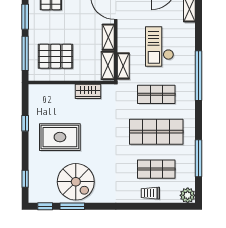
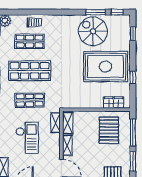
pallet: (56, 56) -> (109, 130), turned 90
wardrobe: (88, 91) -> (114, 103), moved
rug: (60, 137) -> (105, 67), width x1.37, depth x1.44

